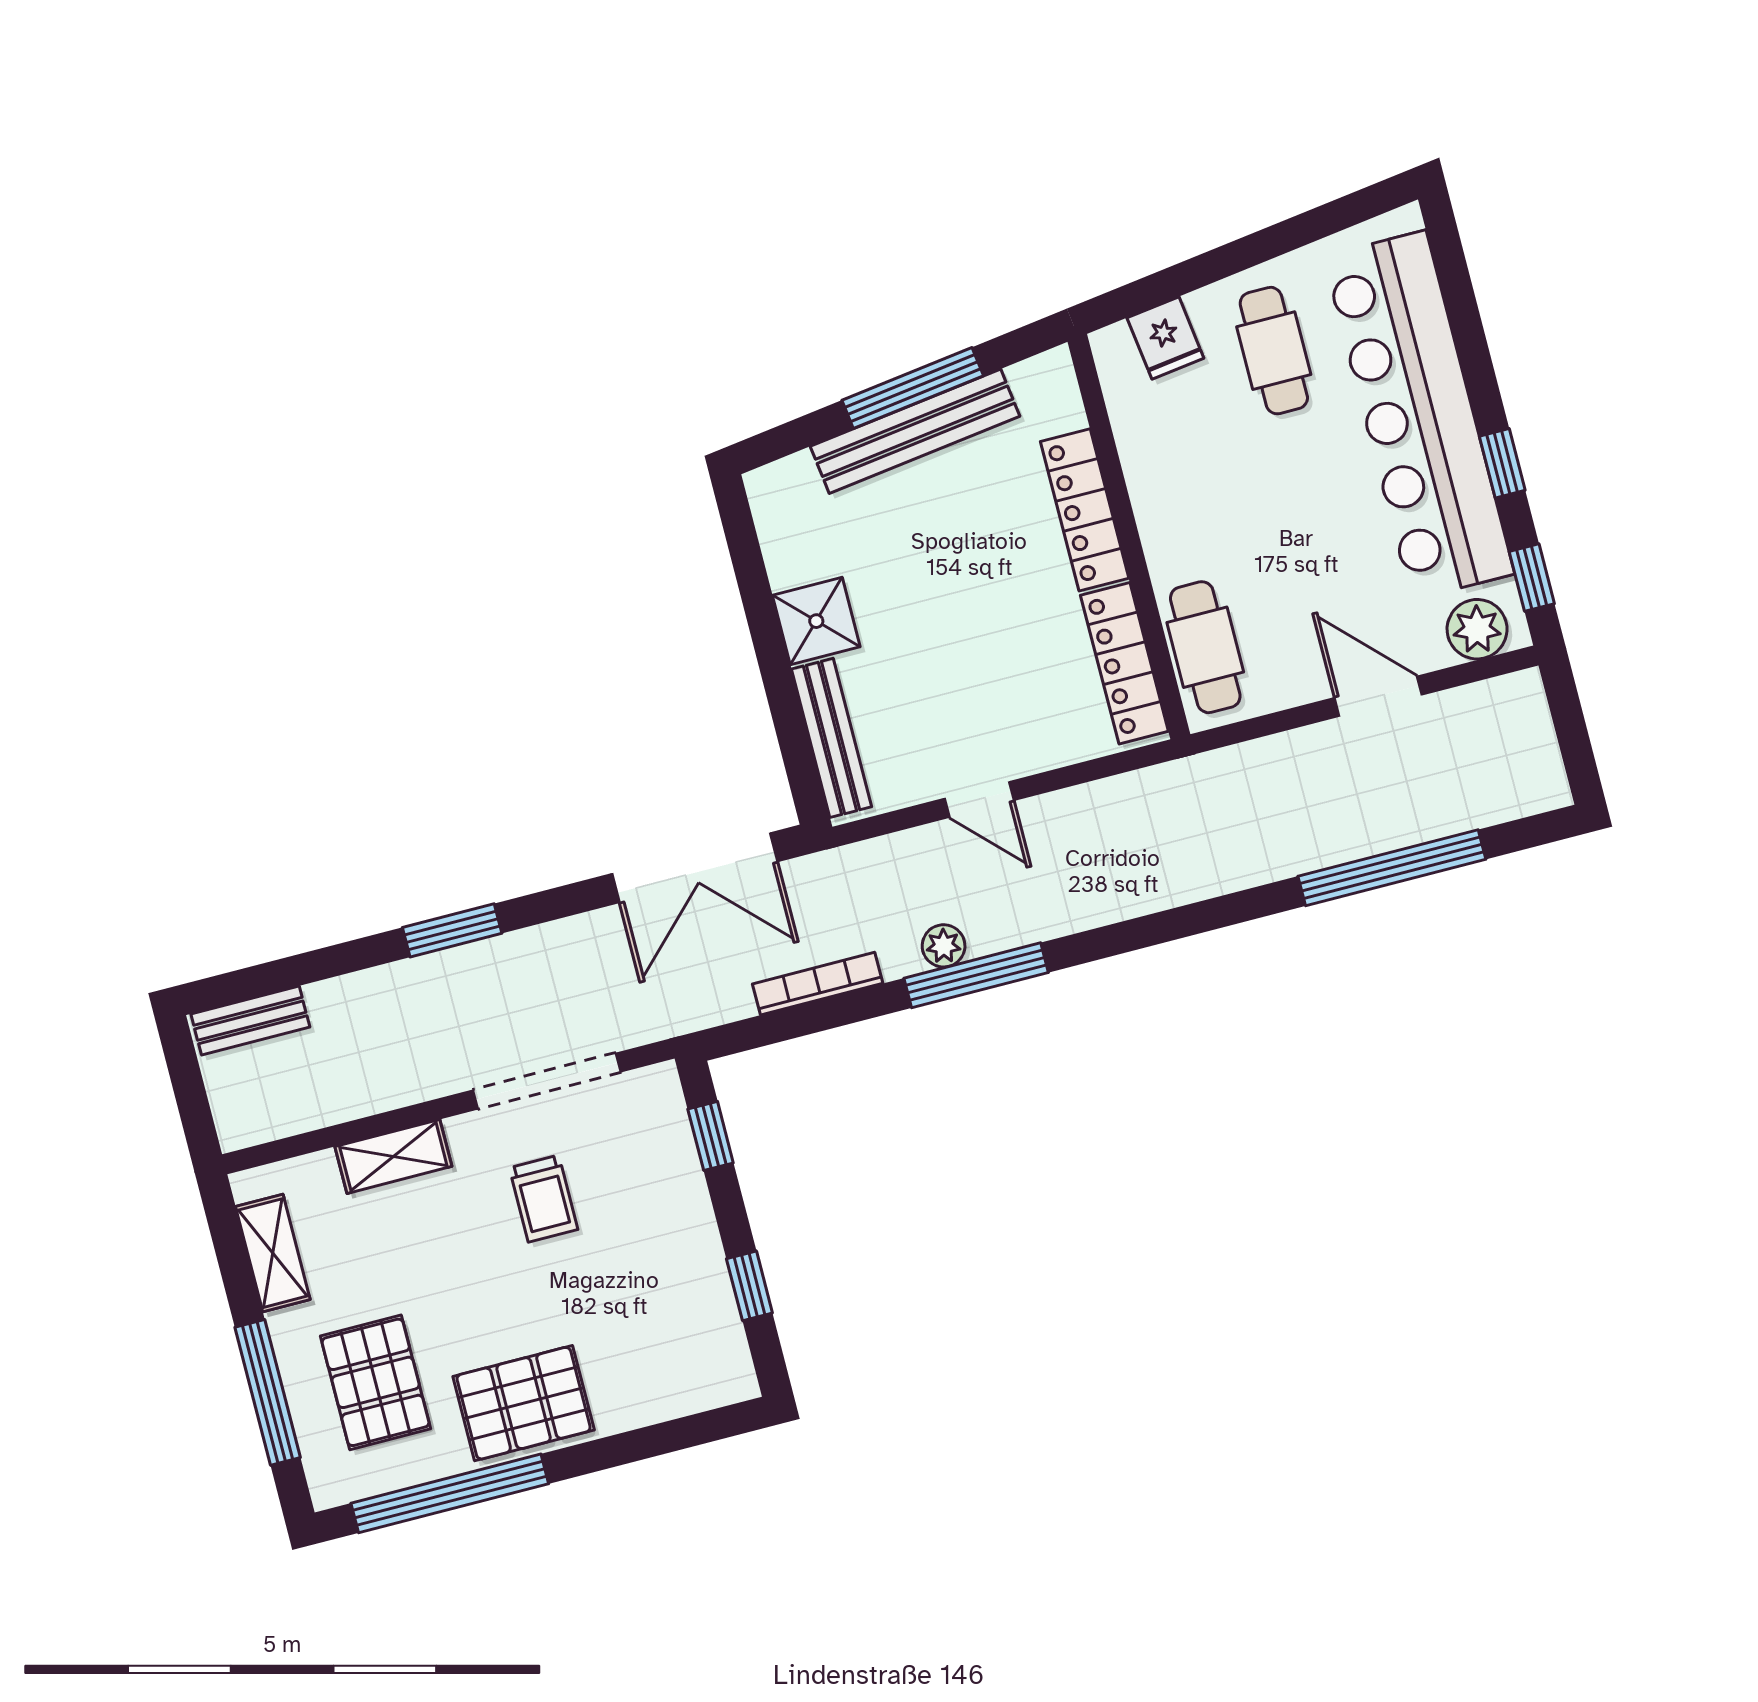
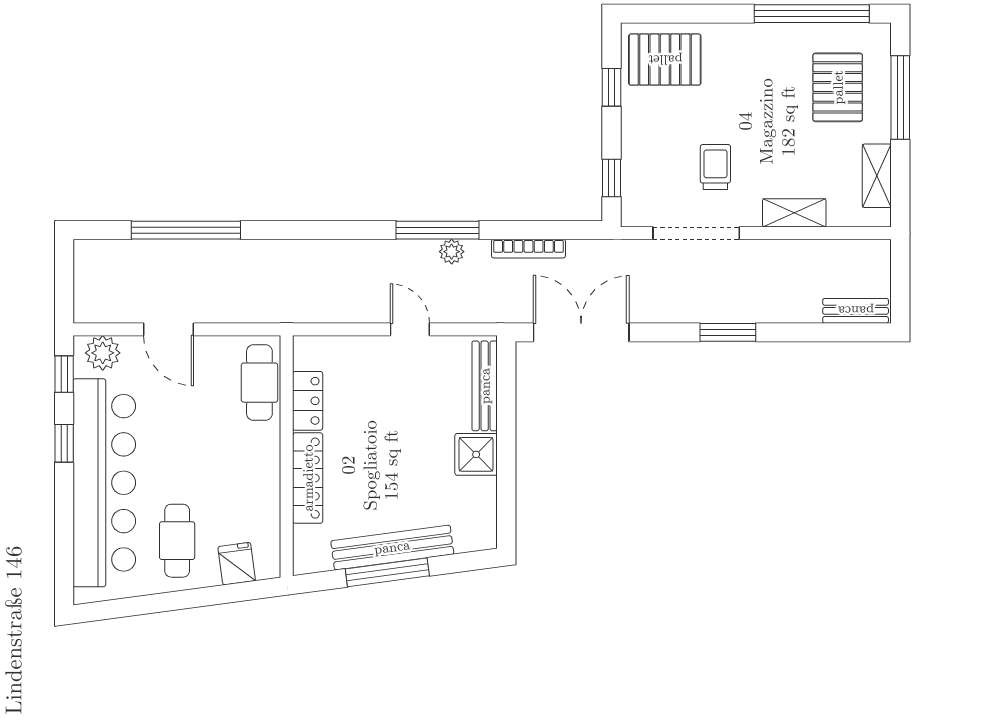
locker: (1124, 663) -> (308, 401), width x0.66
pallet: (524, 1403) -> (665, 60), moved

